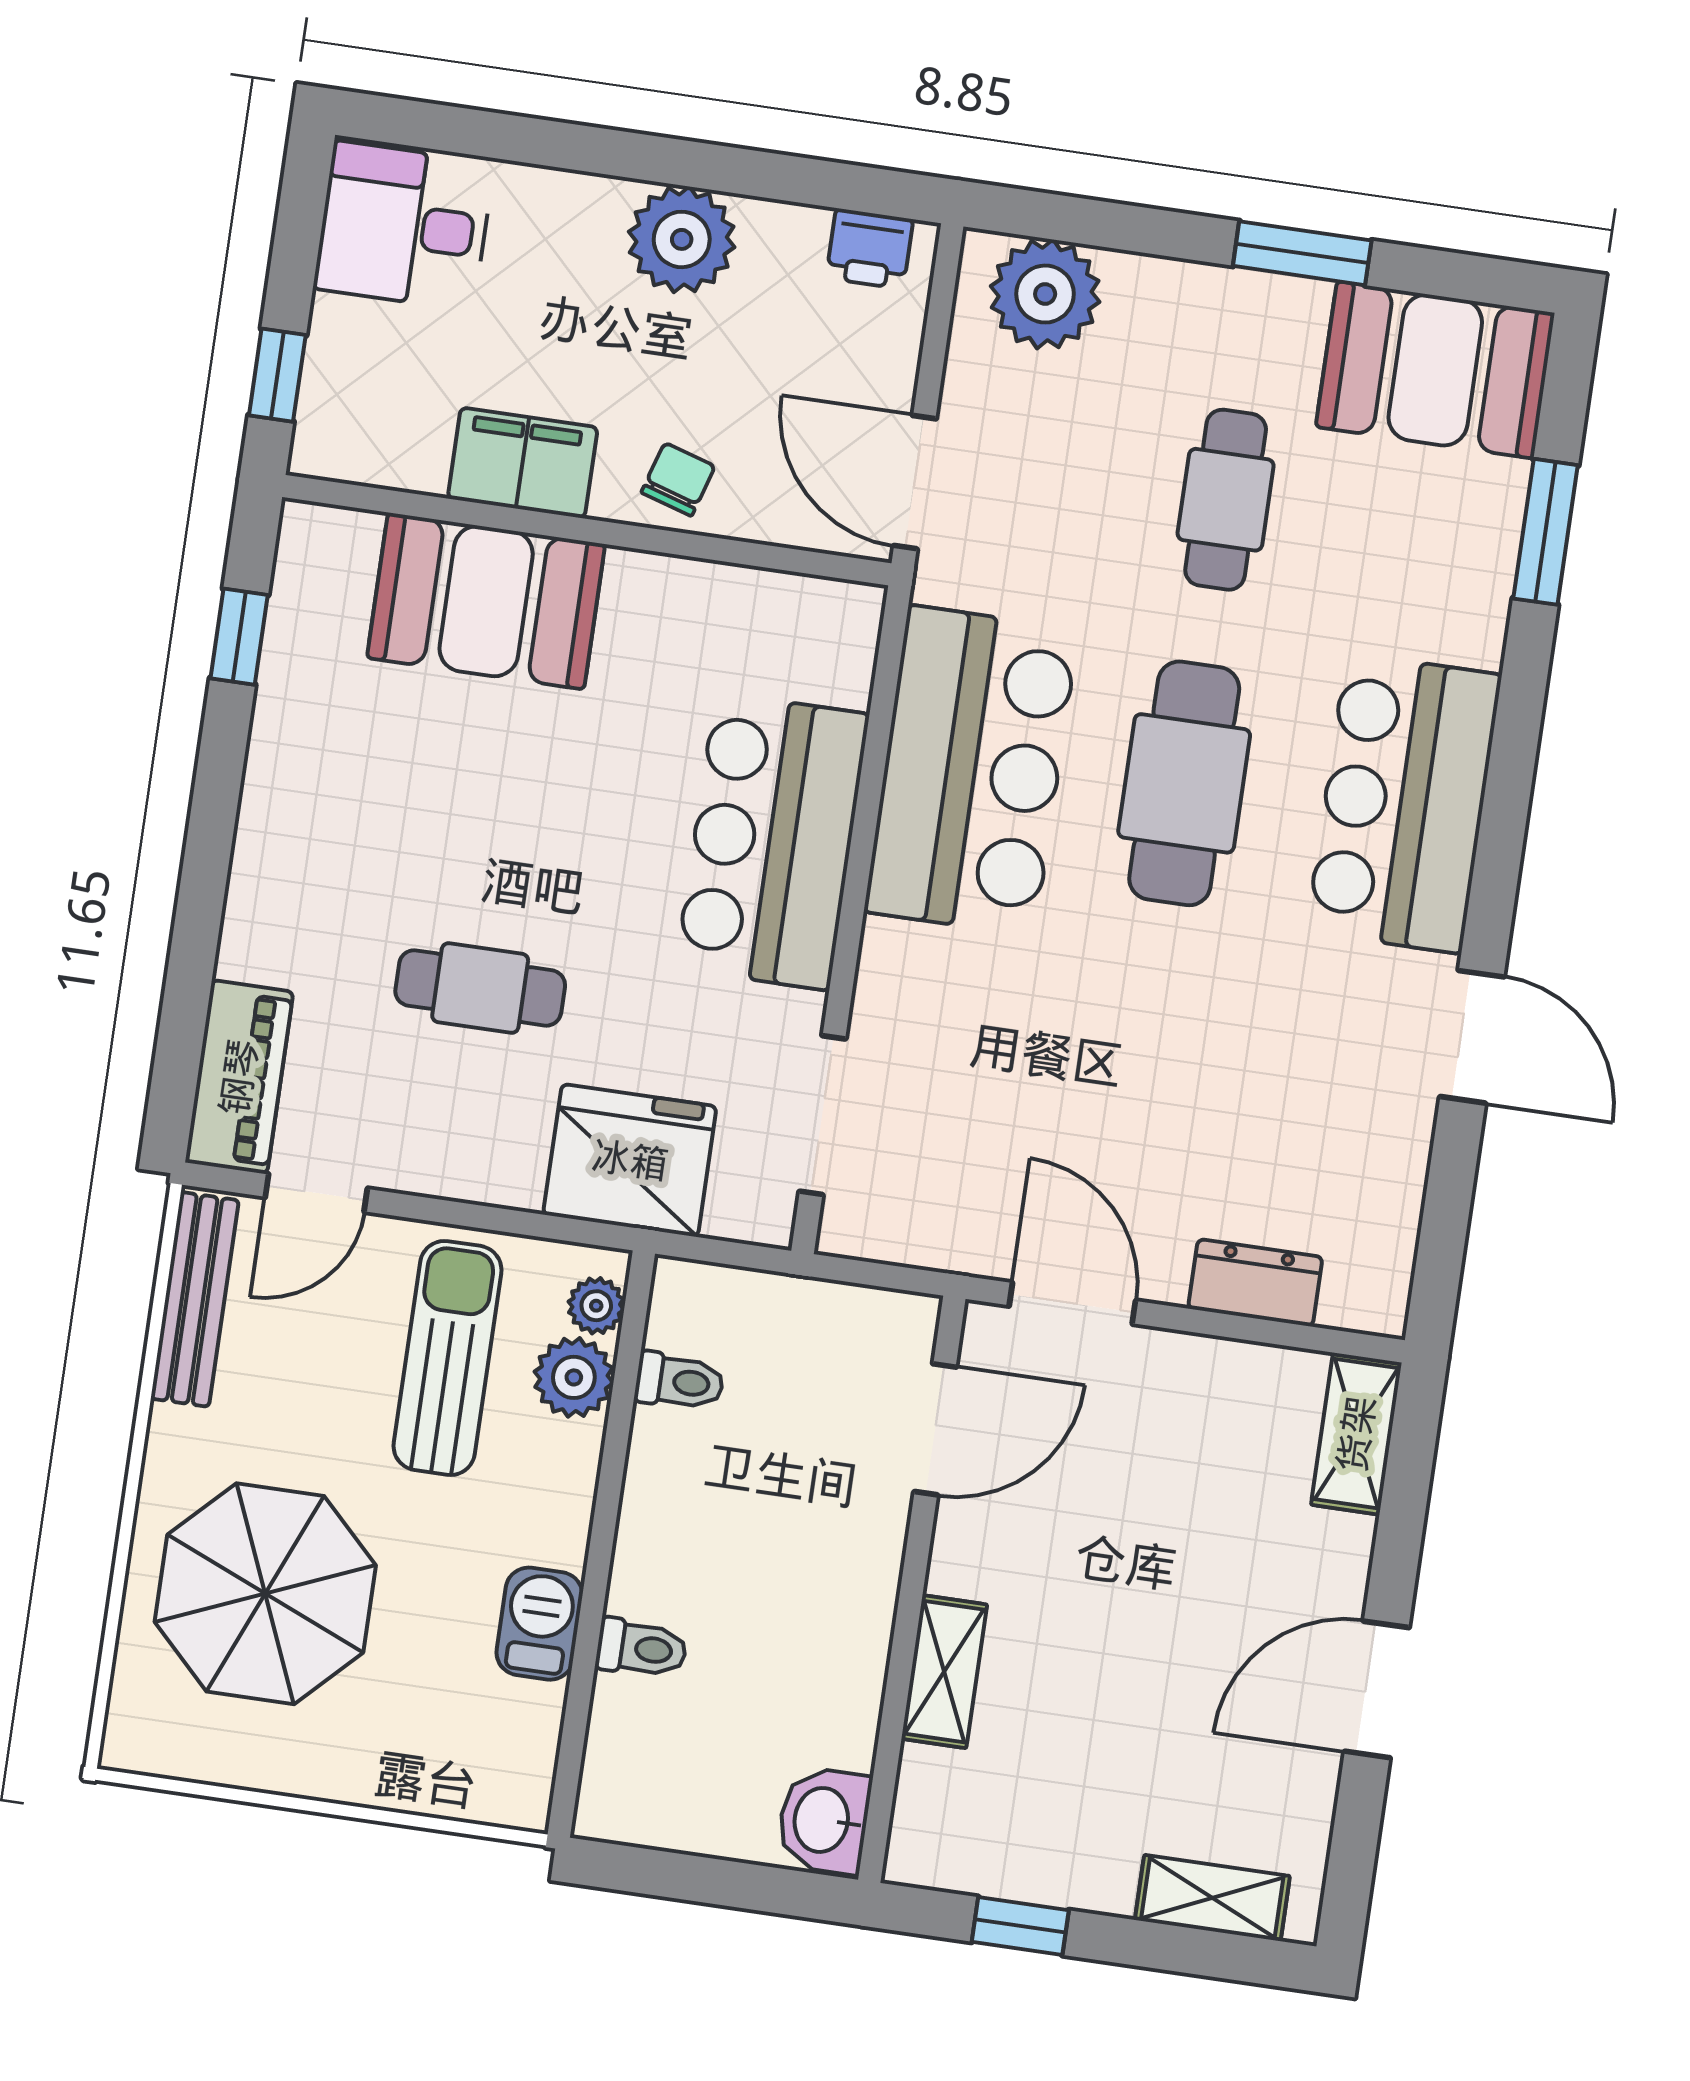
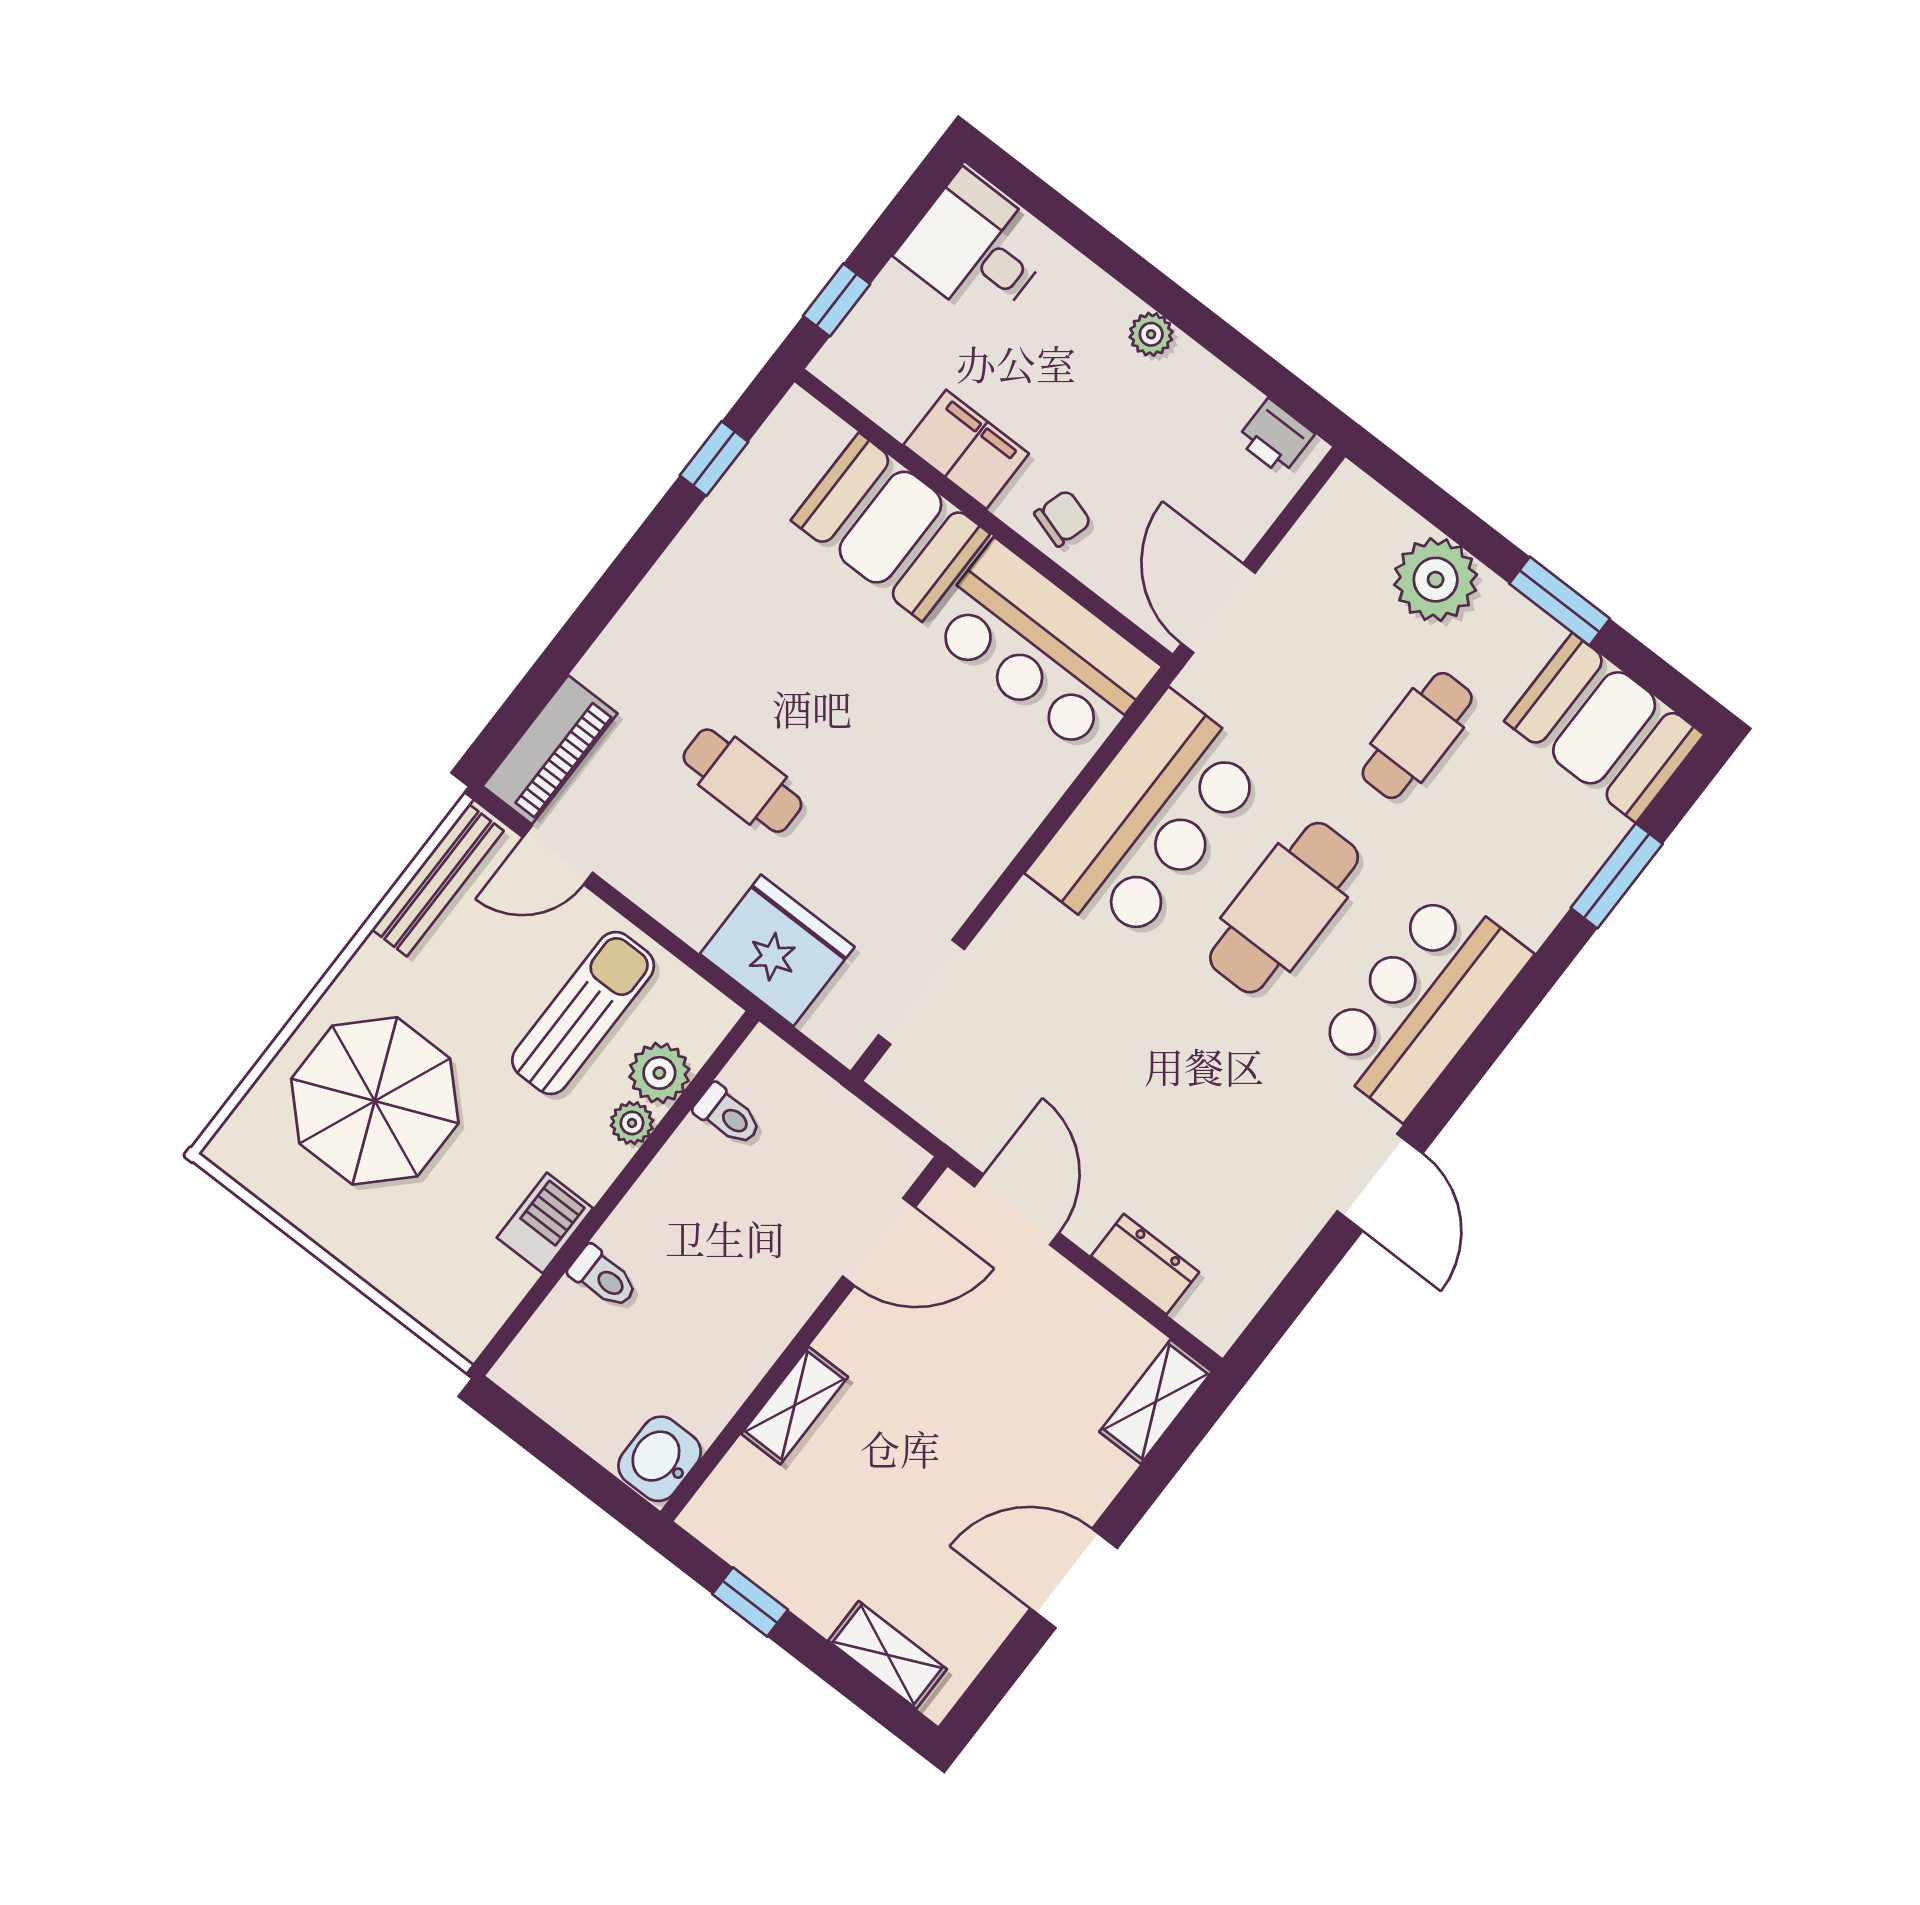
plant: (682, 239) -> (1151, 334), width x0.53, depth x0.53
plant: (1045, 294) -> (1436, 580), moved
bar counter: (772, 841) -> (1042, 648), moved, turned -90
plant: (596, 1306) -> (632, 1123), moved

